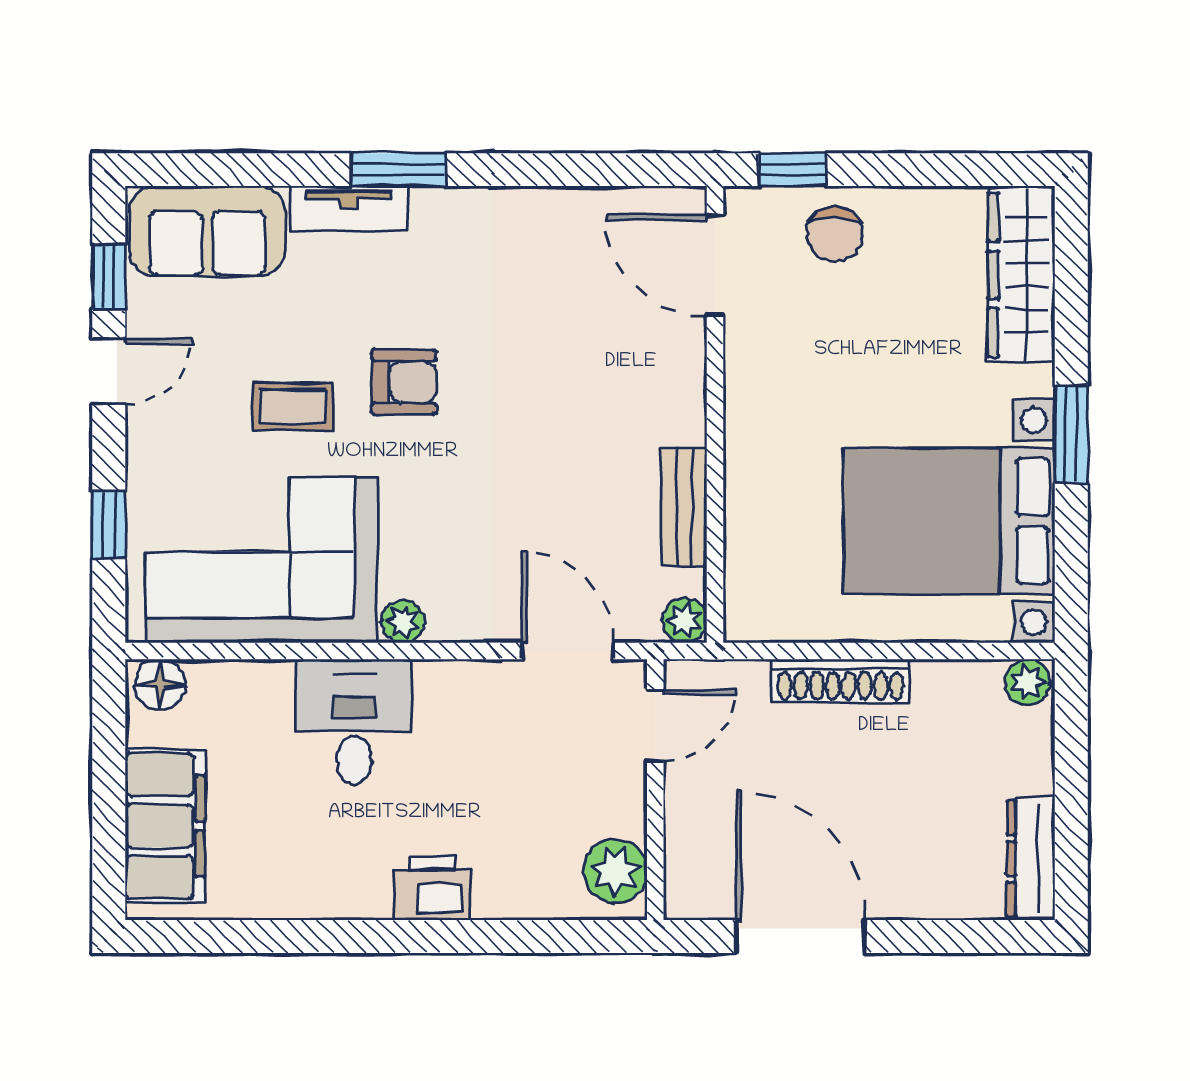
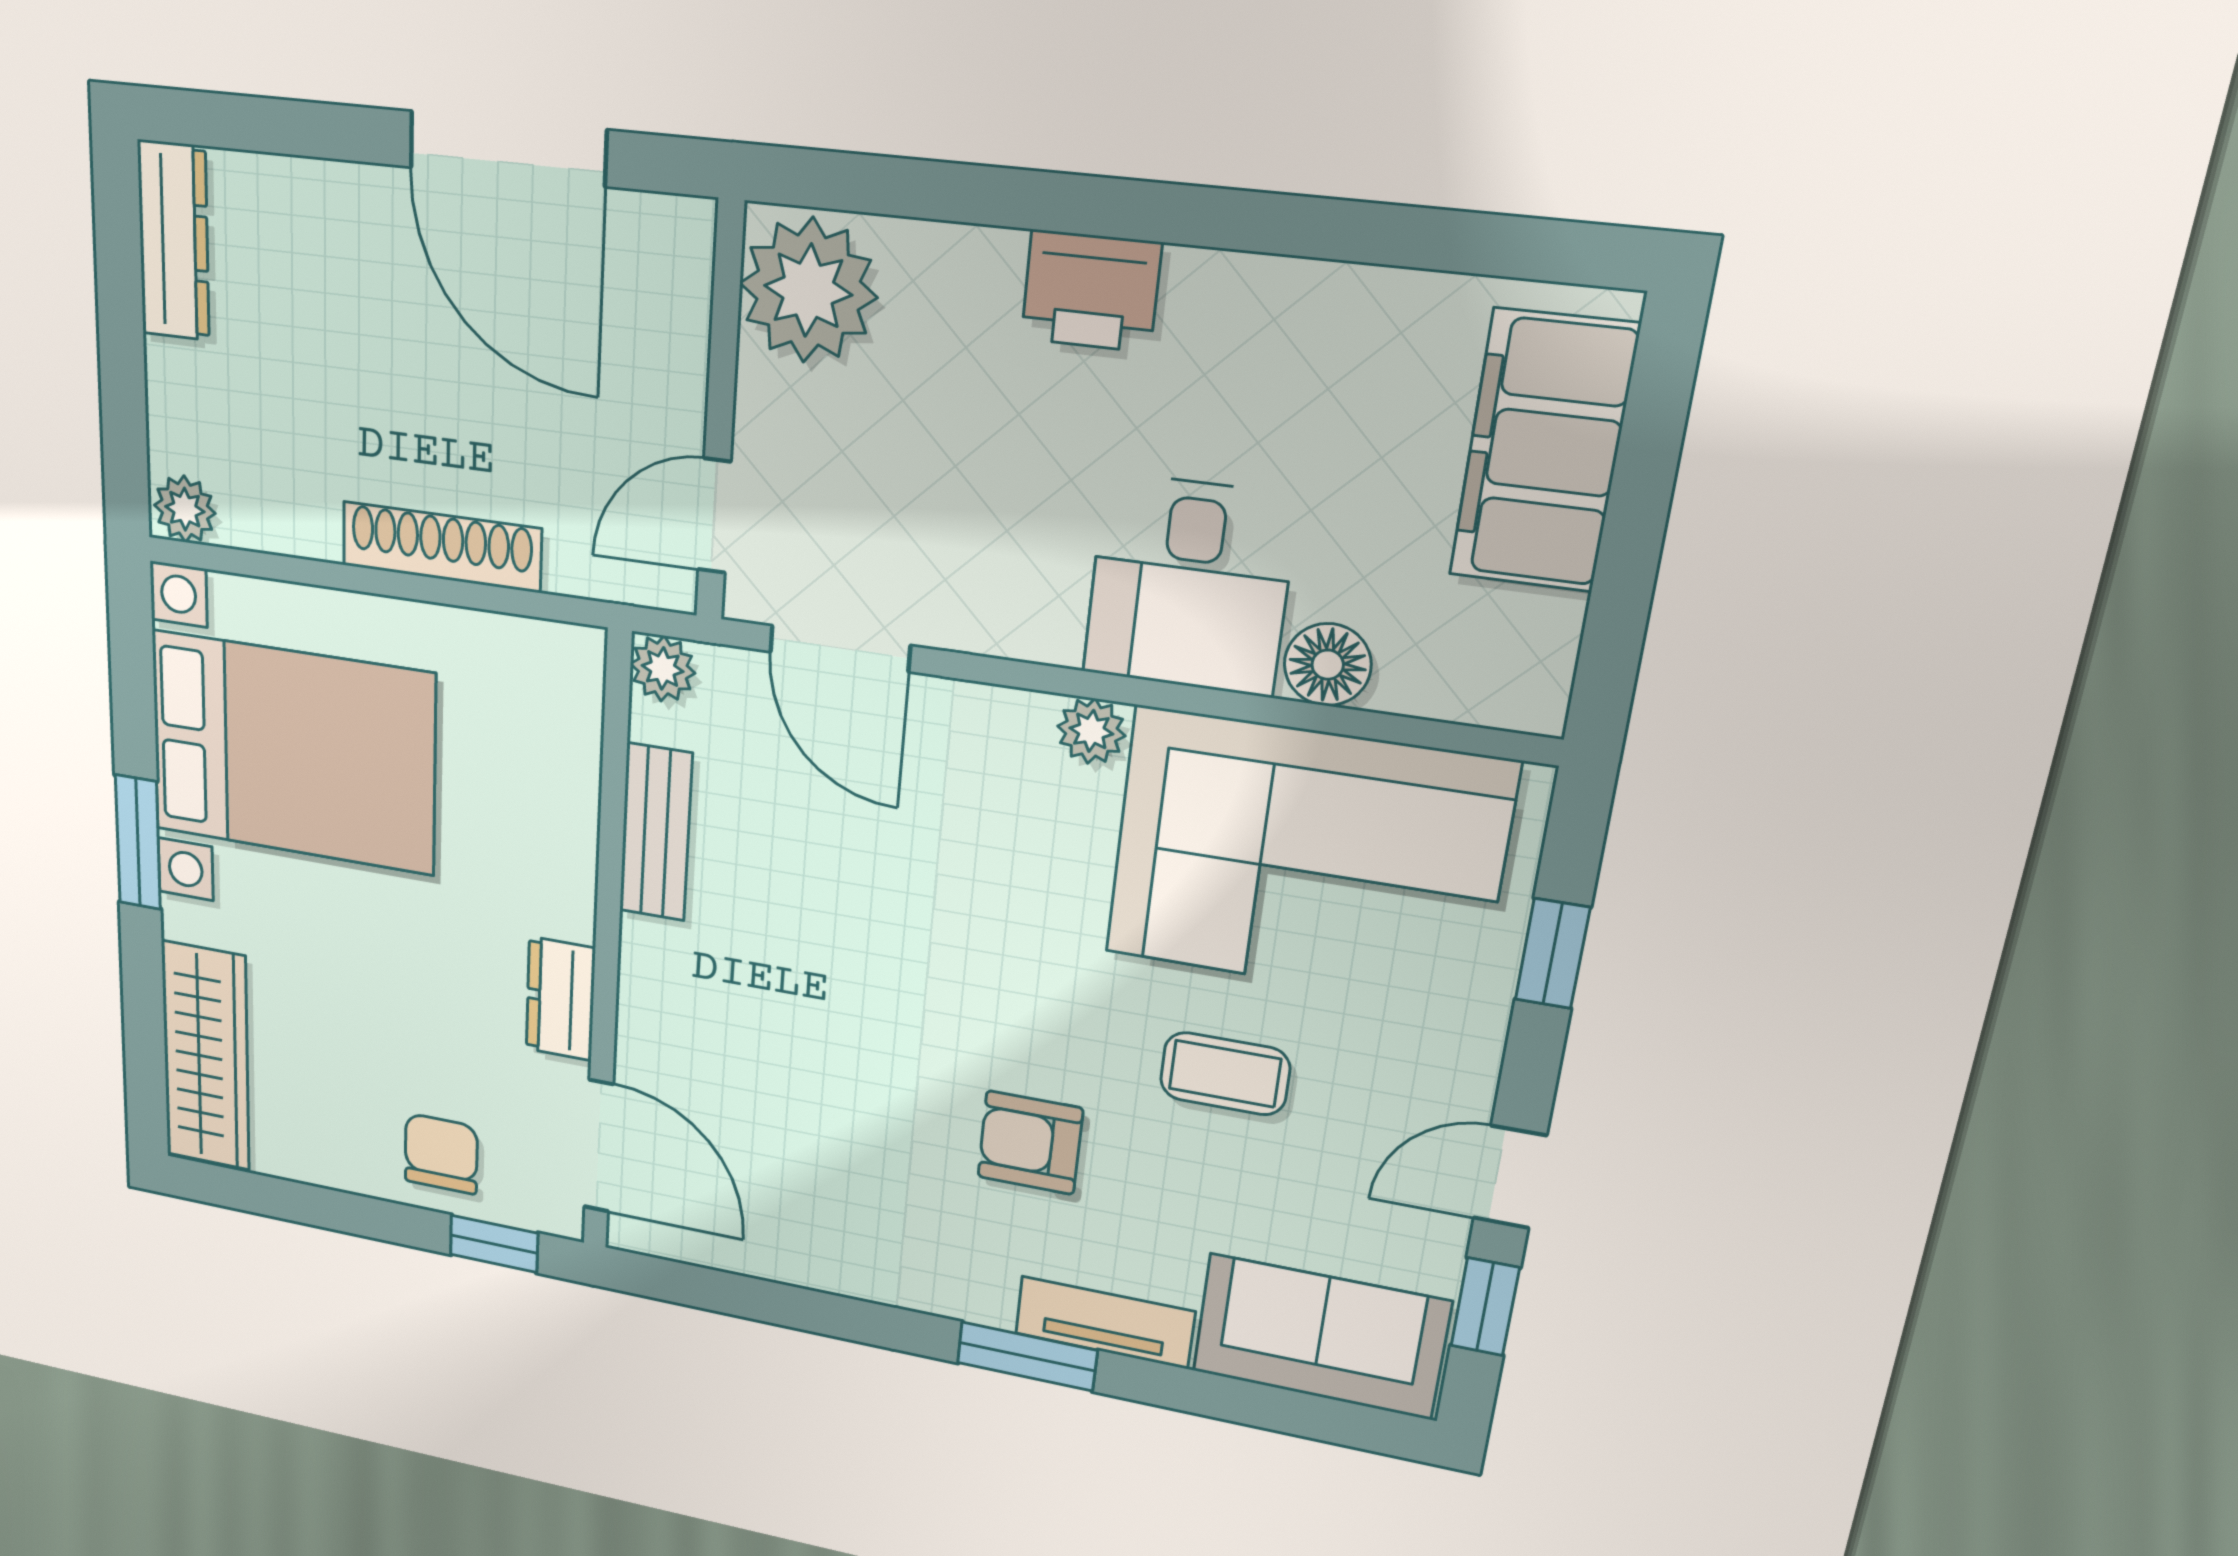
dresser: (747, 373) -> (561, 999), added
armchair: (404, 382) -> (1030, 1143), moved
floor lamp: (160, 685) -> (1328, 665), moved
plant: (615, 871) -> (808, 290), width x1.36, depth x1.36

